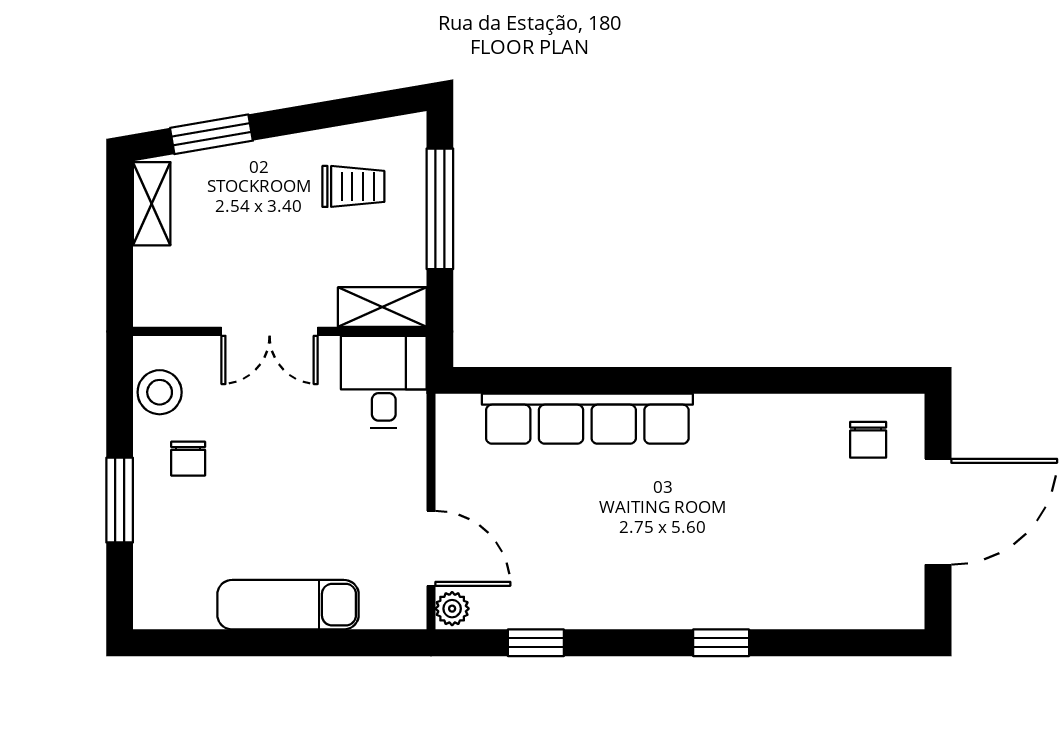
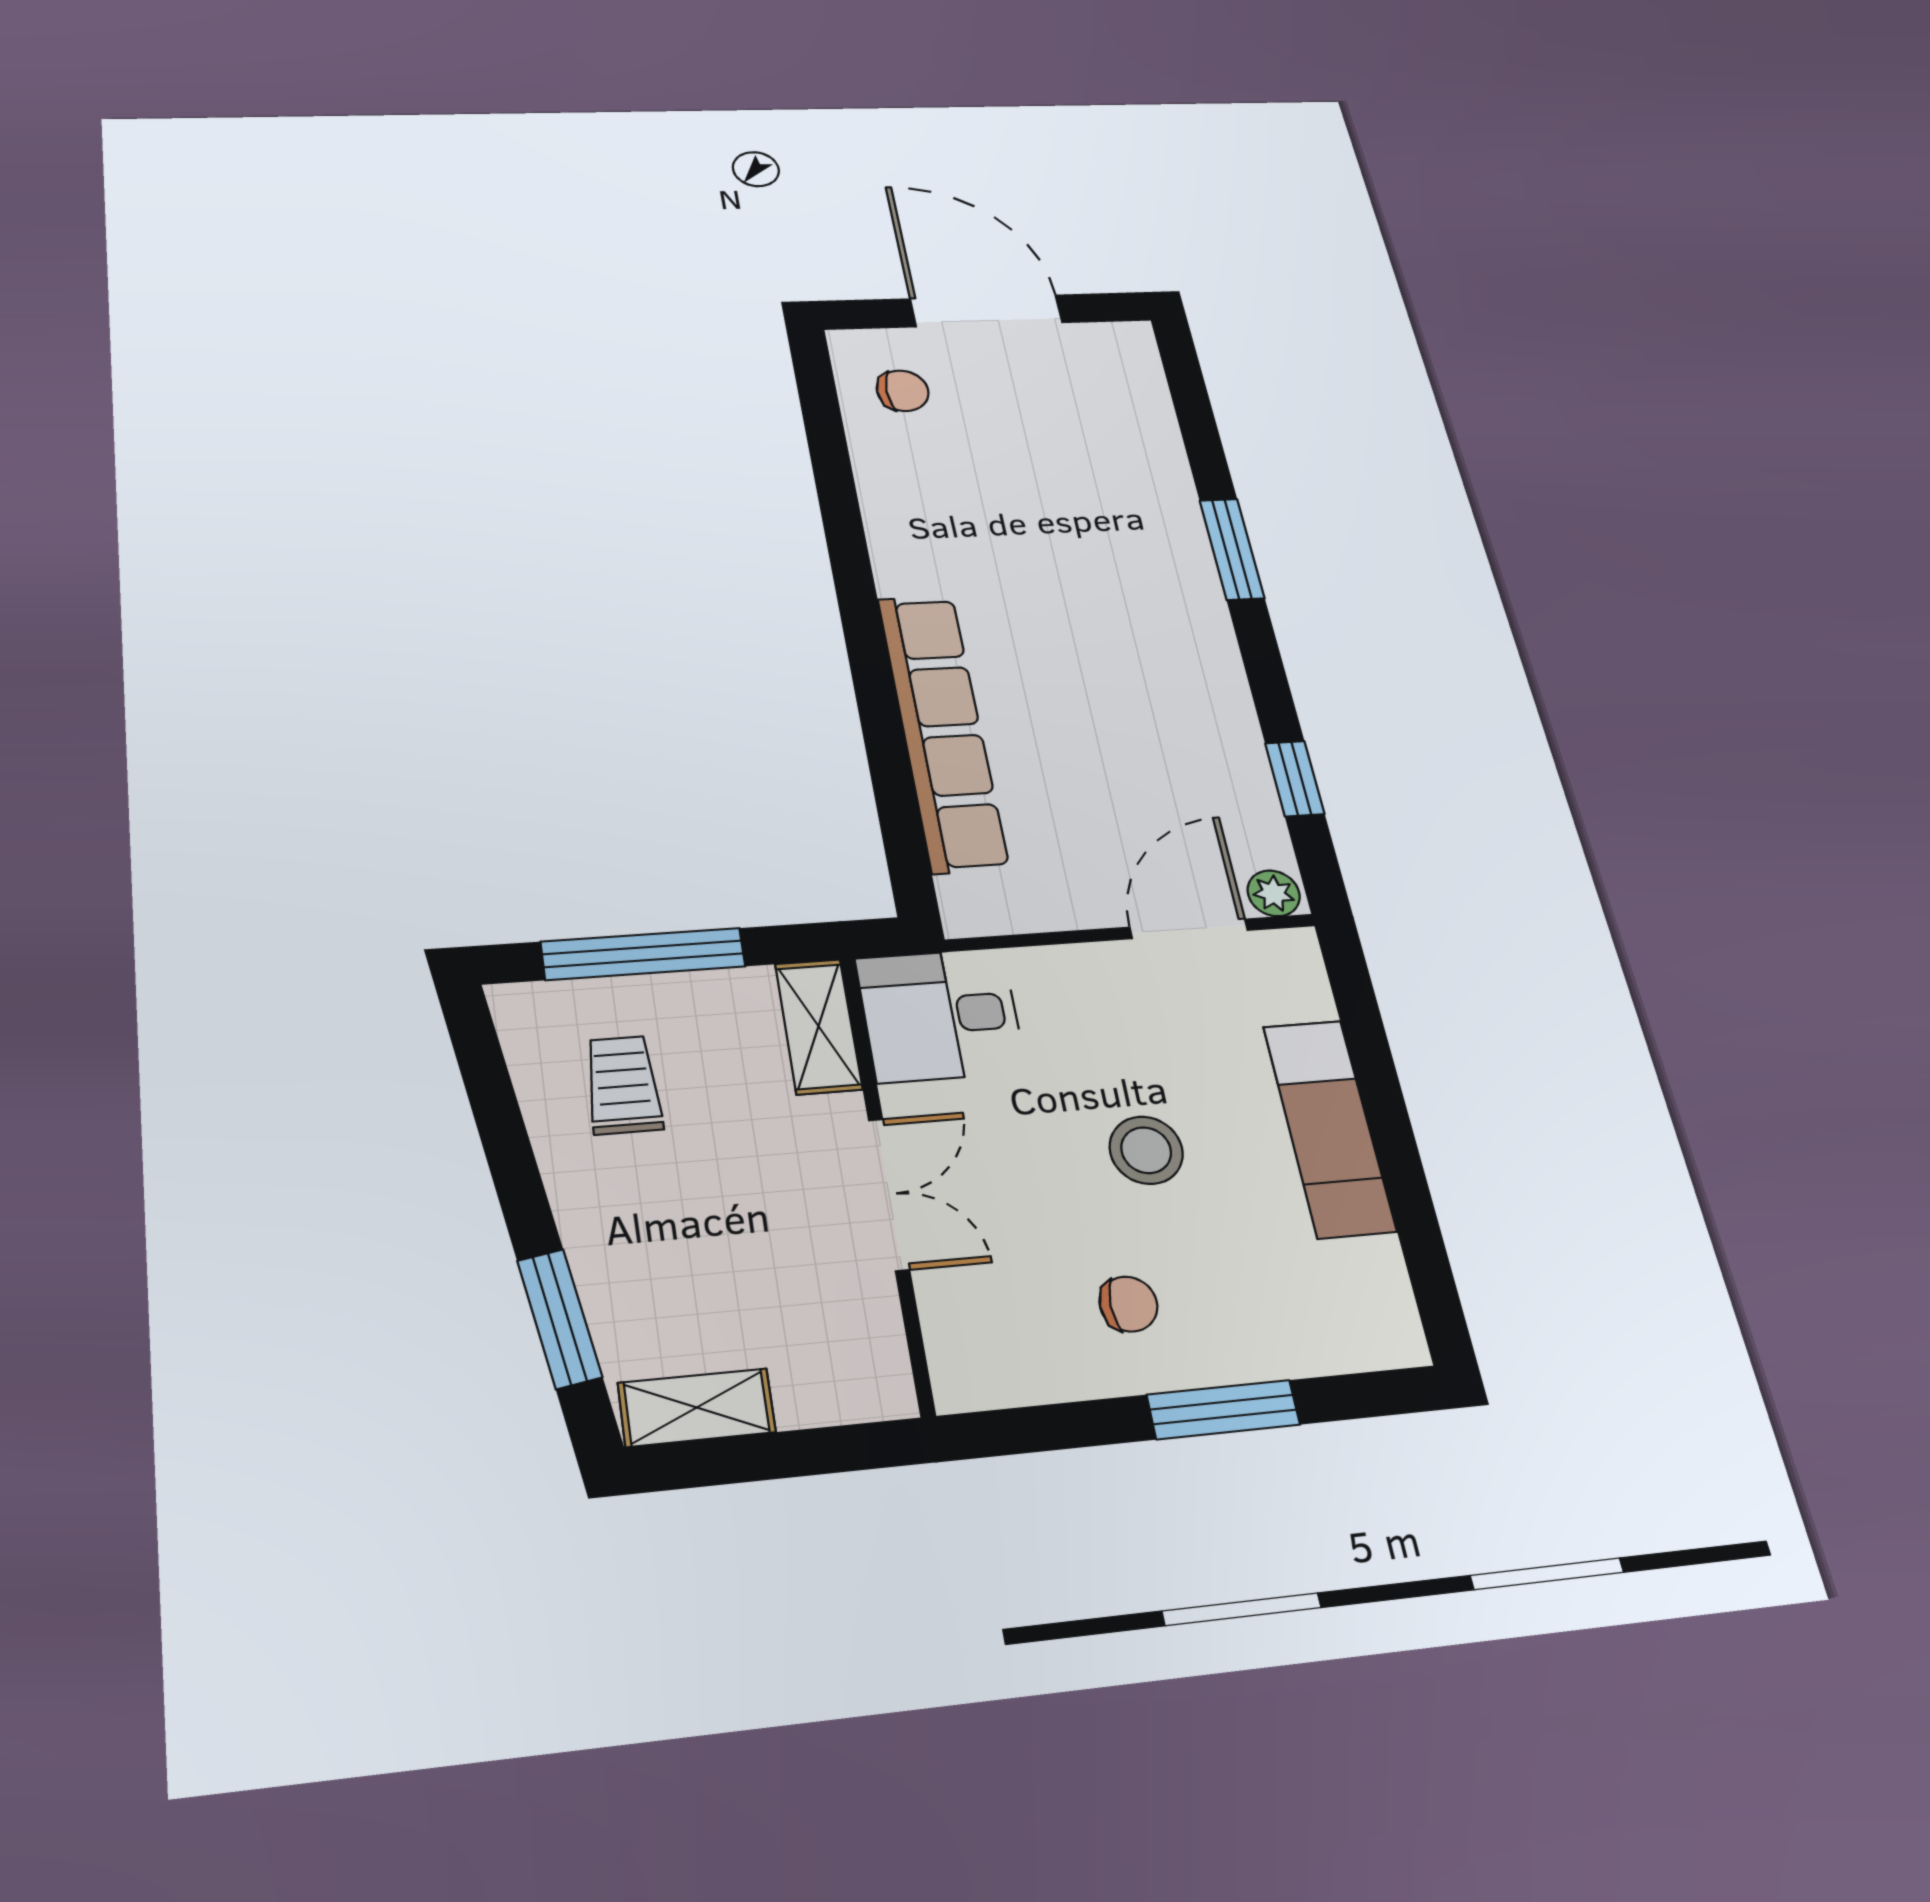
stool: (160, 392) -> (1146, 1150), moved
window: (721, 643) -> (1232, 549), width x1.50

